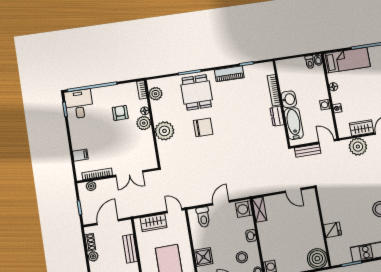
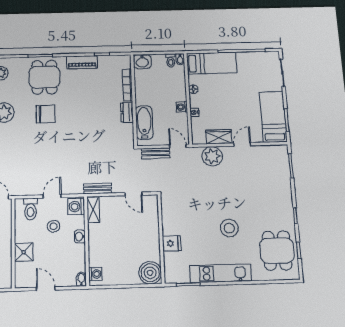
washbasin: (289, 99) -> (142, 61), moved, turned 90
bench: (261, 190) -> (98, 188), added
stool: (242, 257) -> (53, 226), moved

